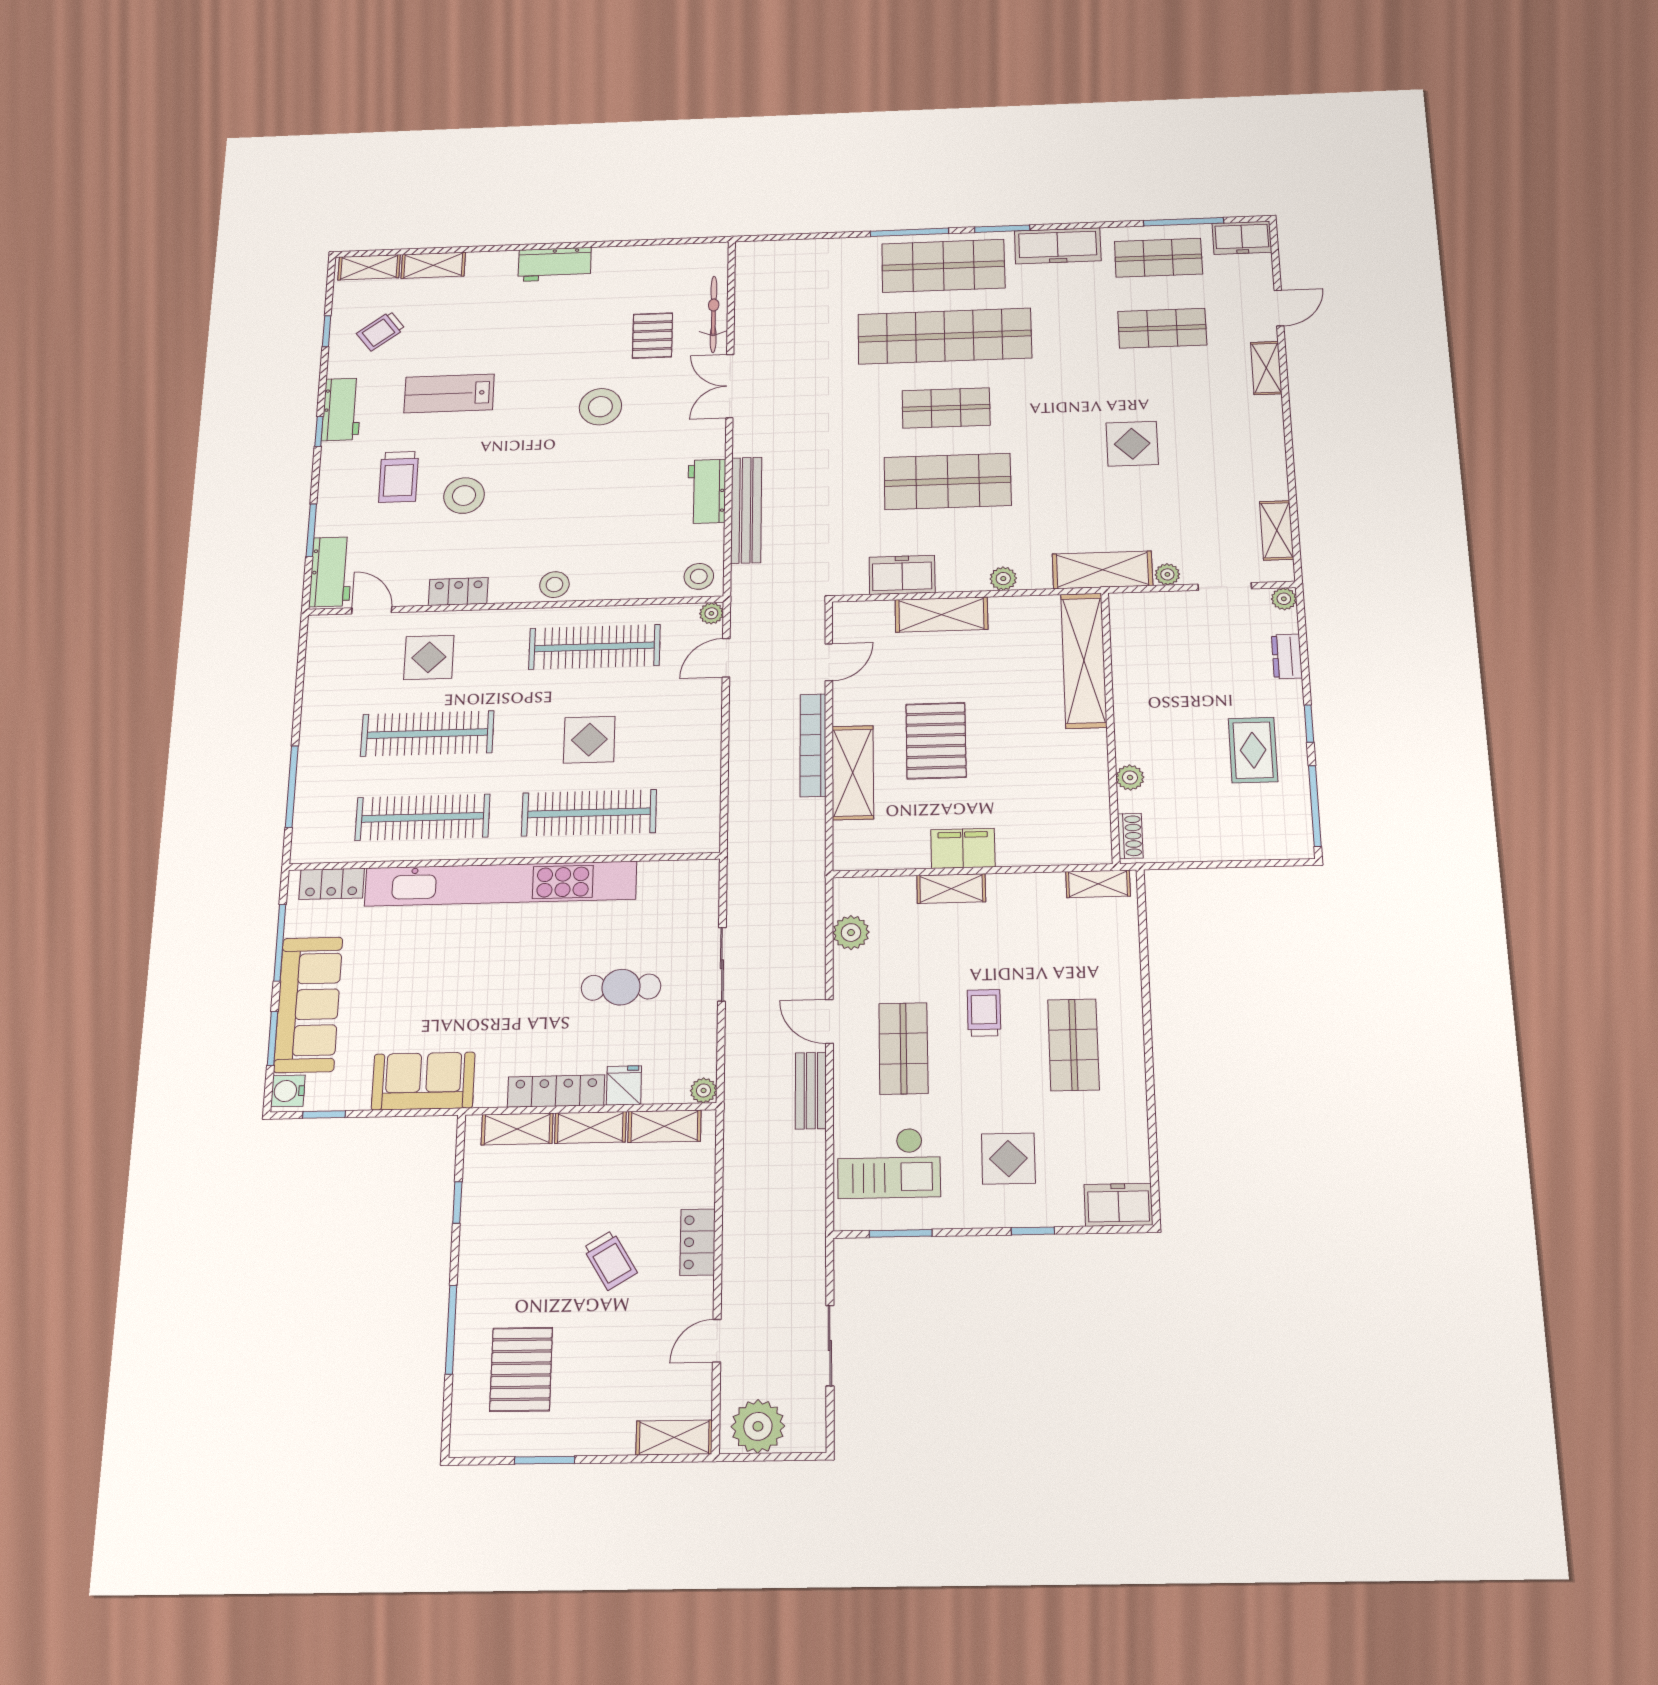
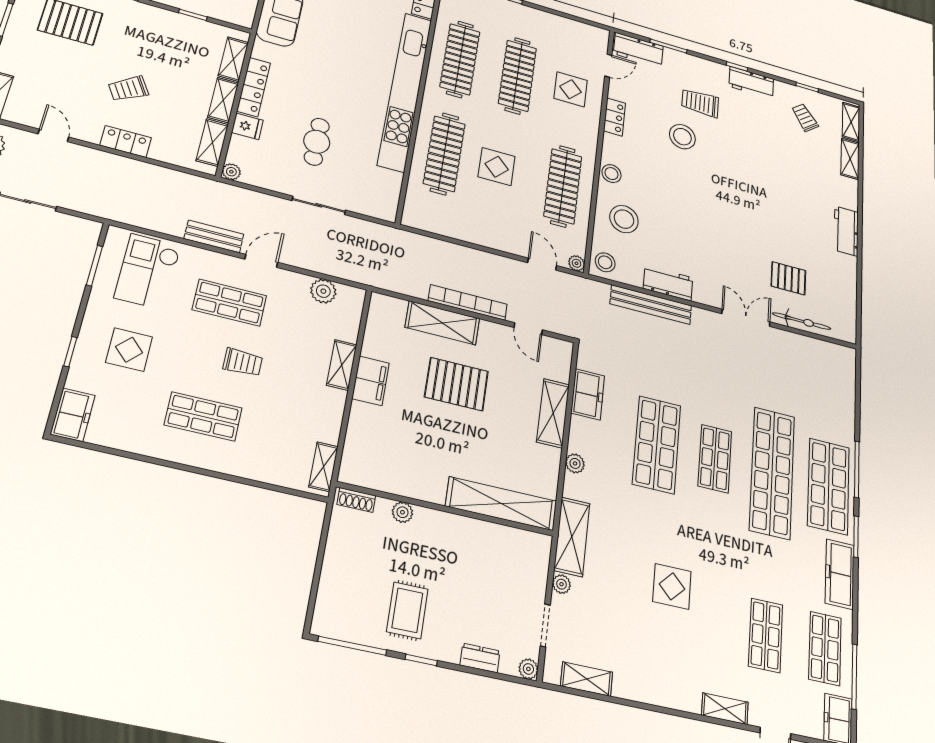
lab bench: (449, 393) -> (757, 146), removed
stool: (600, 407) -> (624, 219), moved
rug: (1253, 750) -> (407, 610), turned 90

